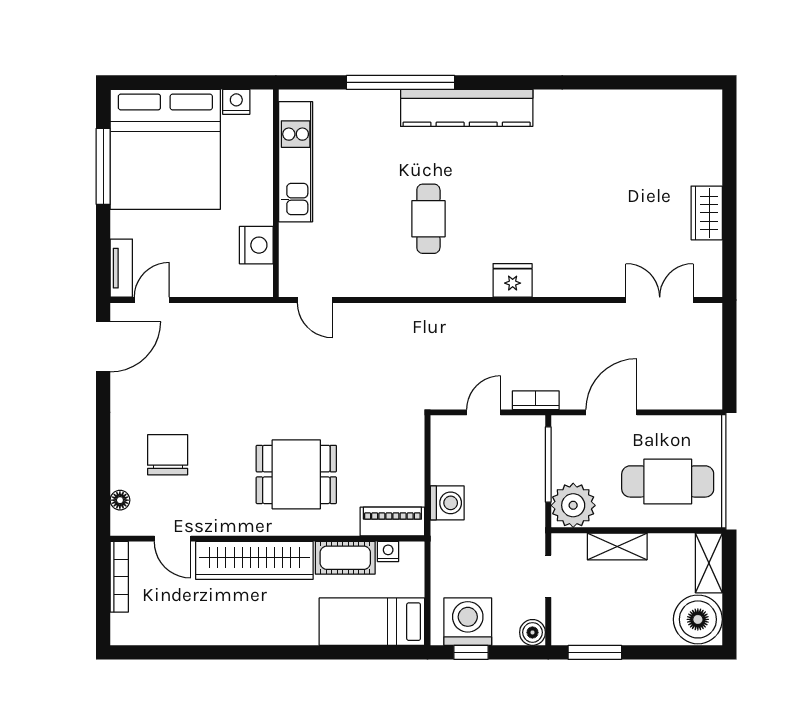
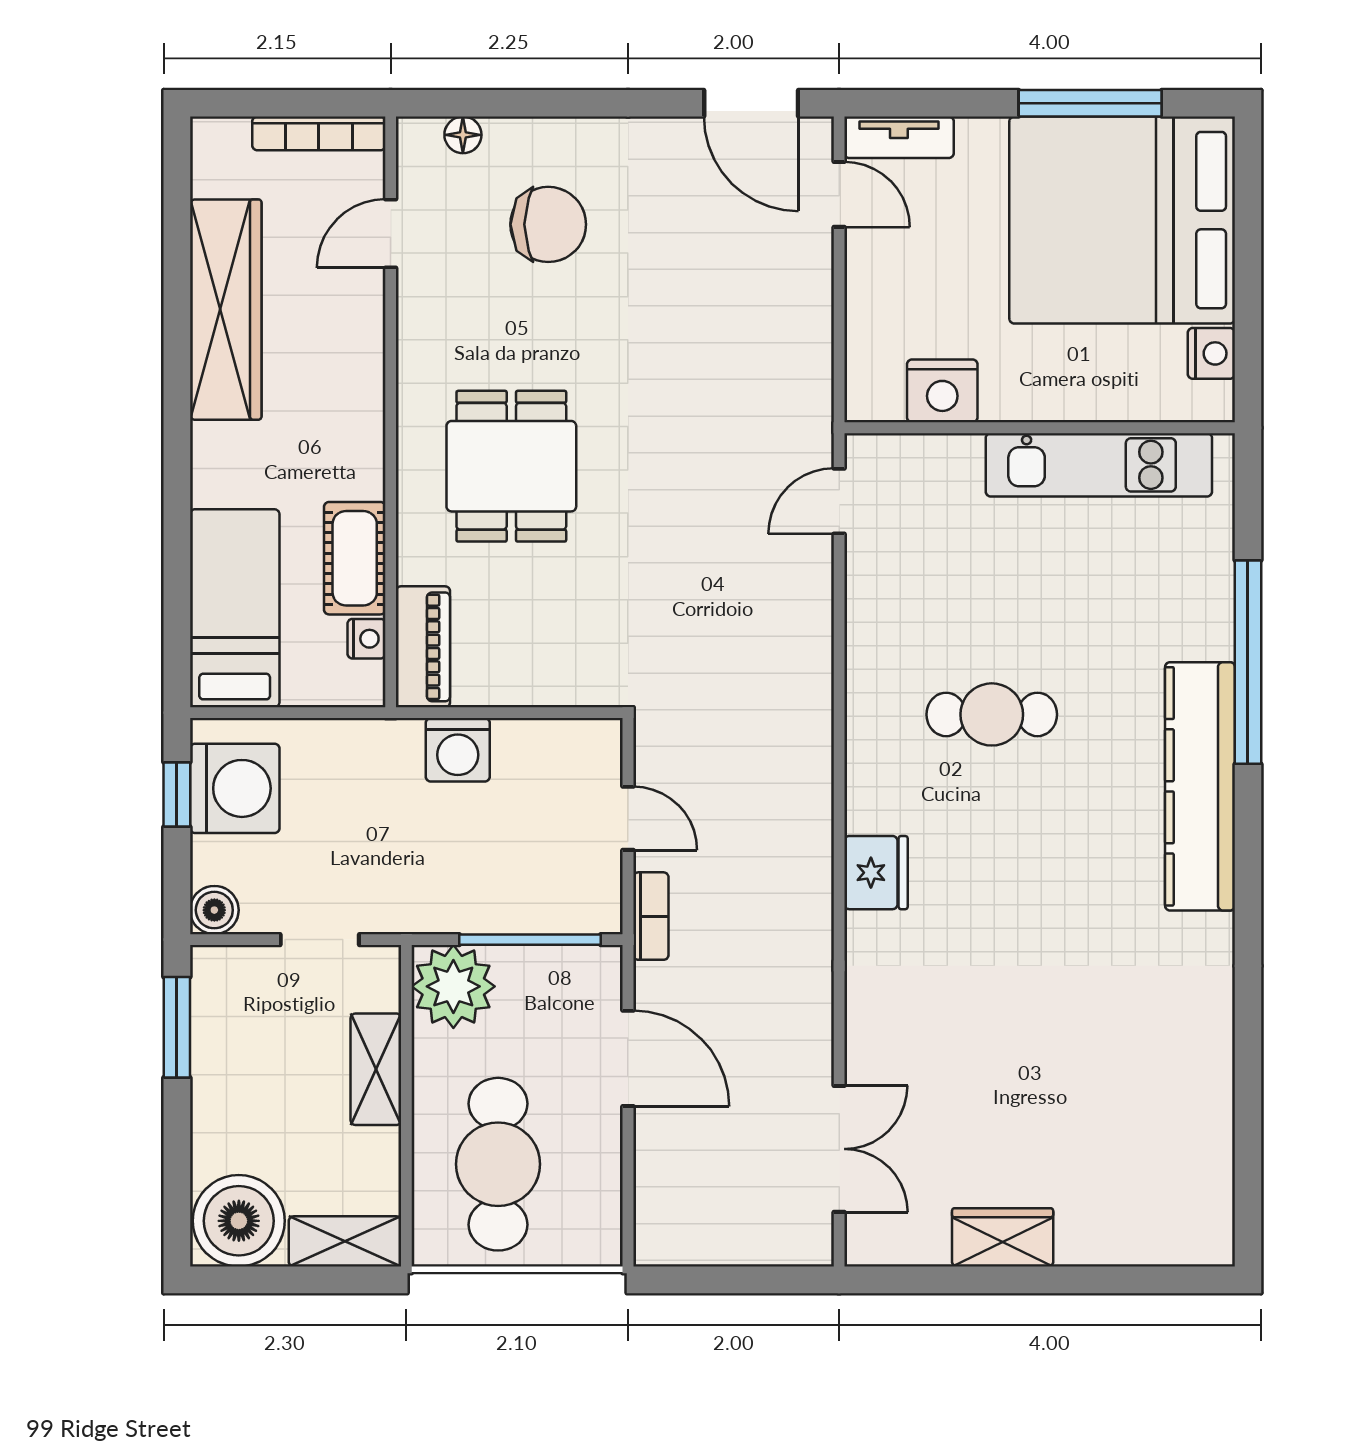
wardrobe: (254, 560) -> (226, 310), moved, turned 180

